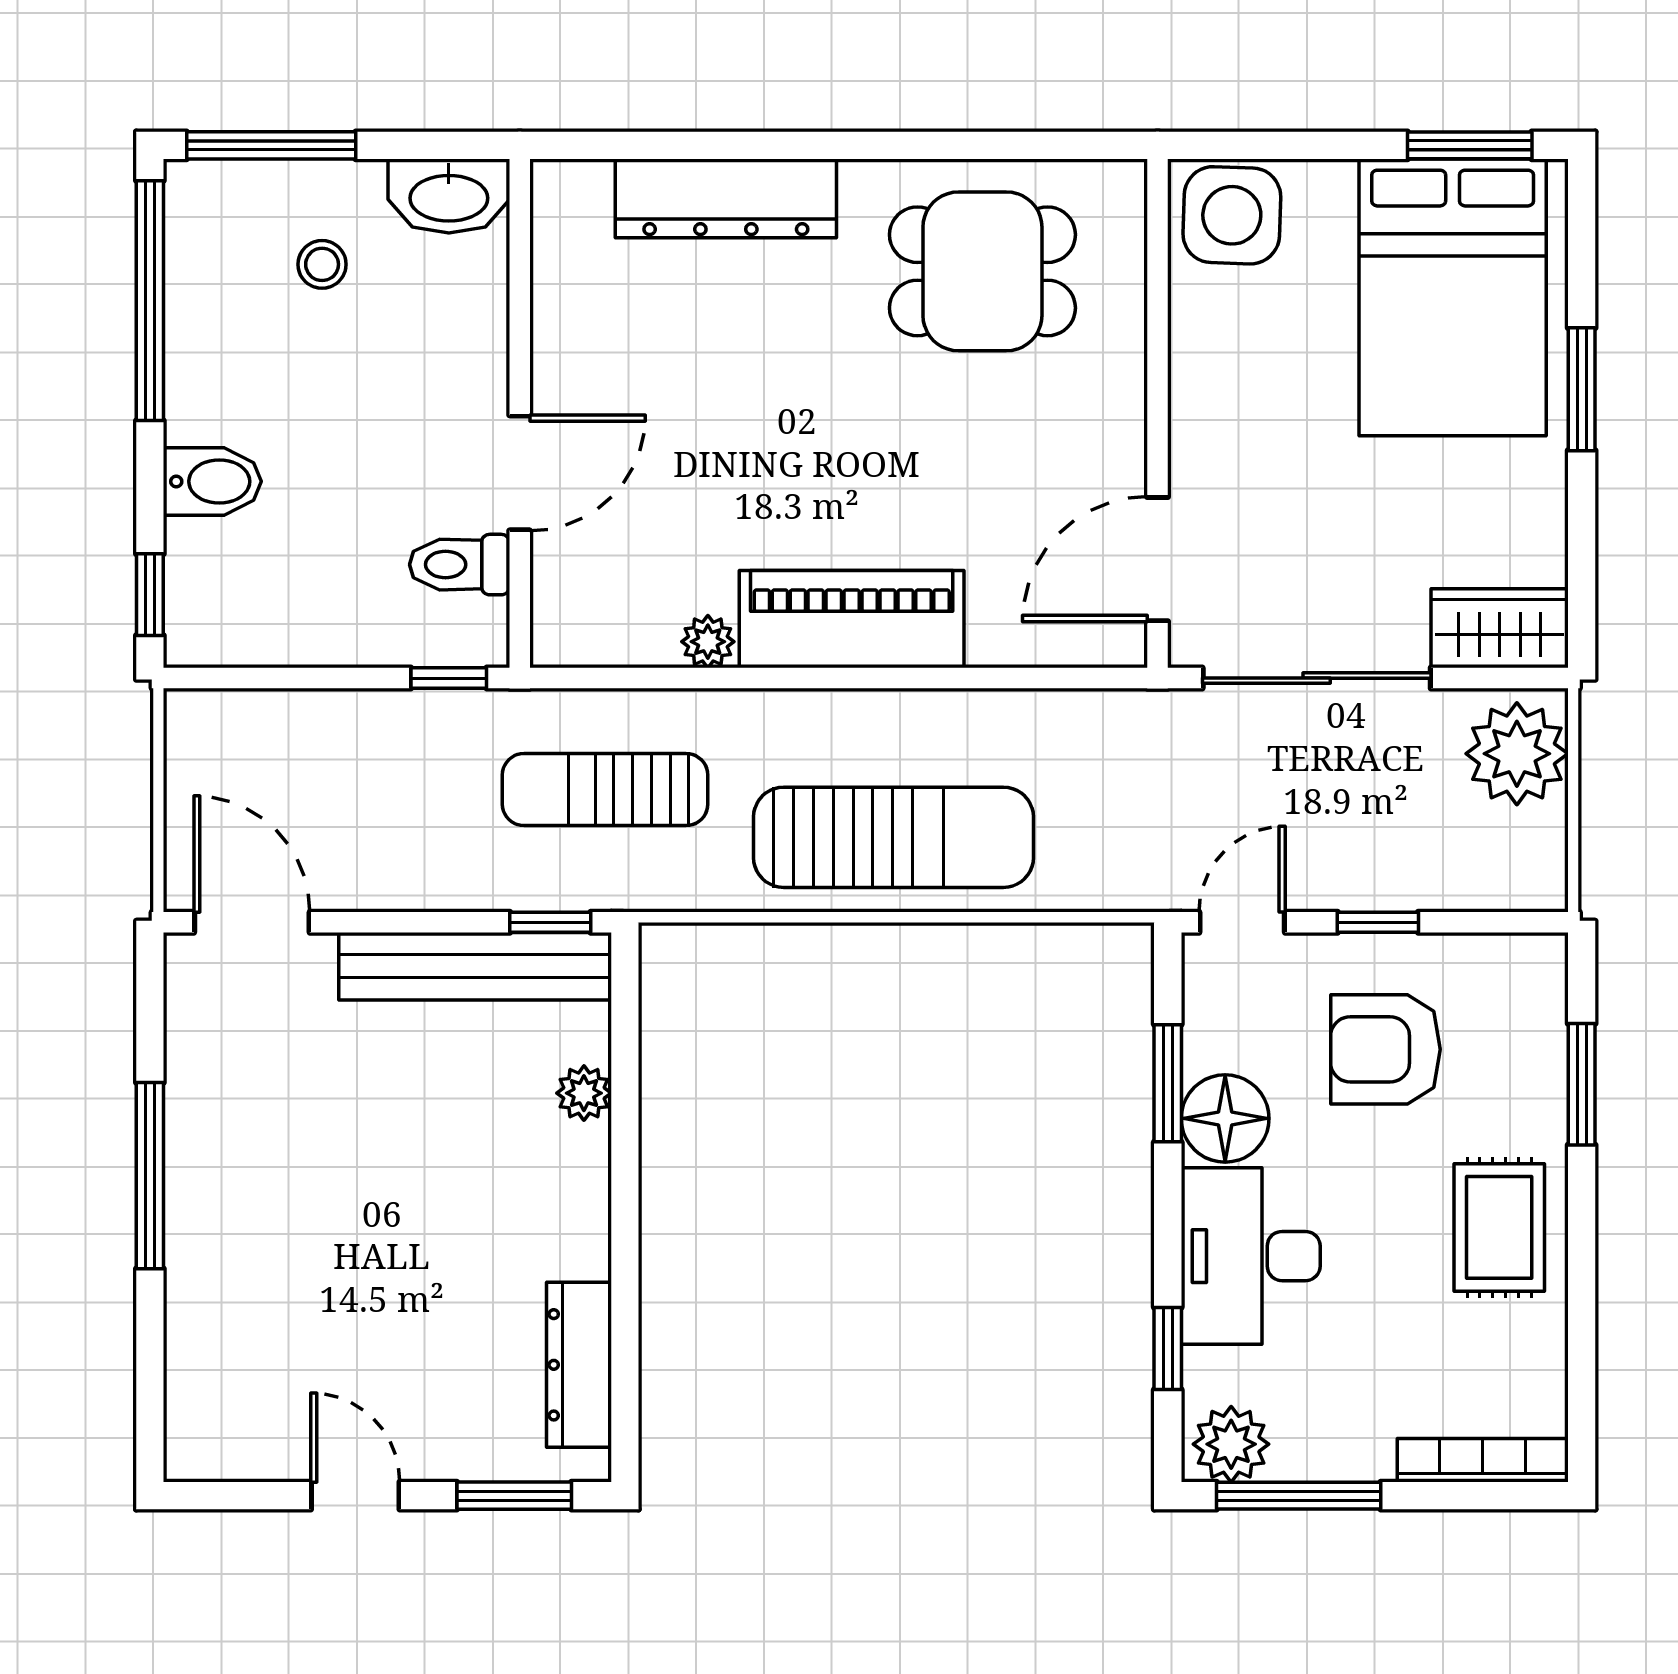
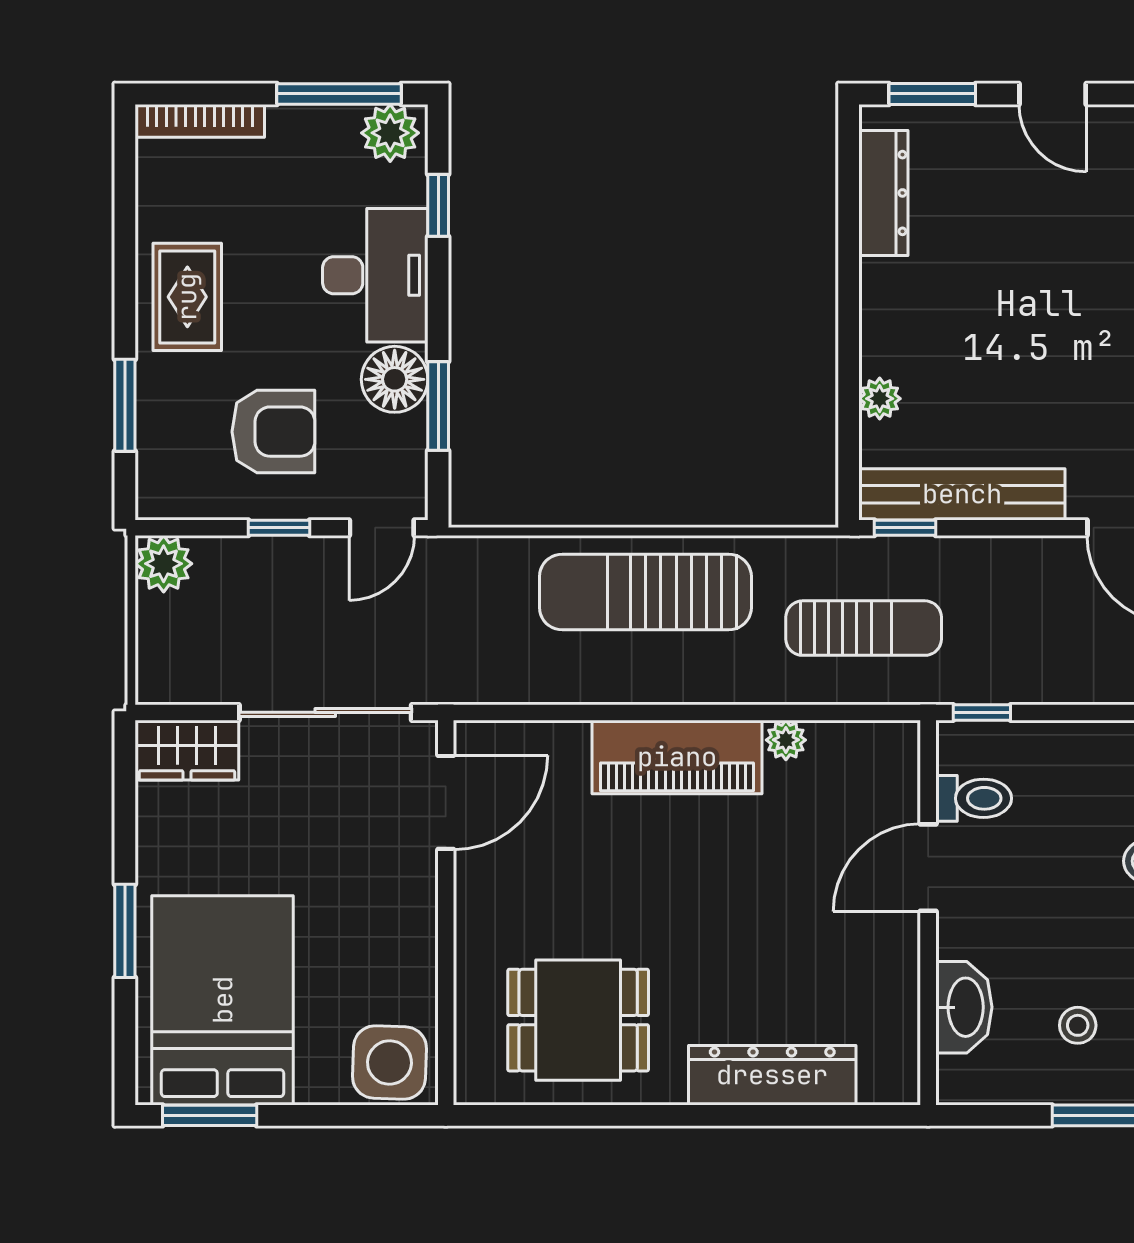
washbasin: (449, 196) -> (964, 1007), moved, turned 90
plant: (1517, 754) -> (164, 564), moved, width x0.73, depth x0.73

